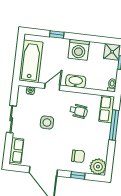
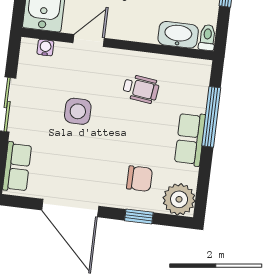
washbasin: (76, 81) -> (178, 35), moved
row of seats: (107, 109) -> (190, 139), moved

